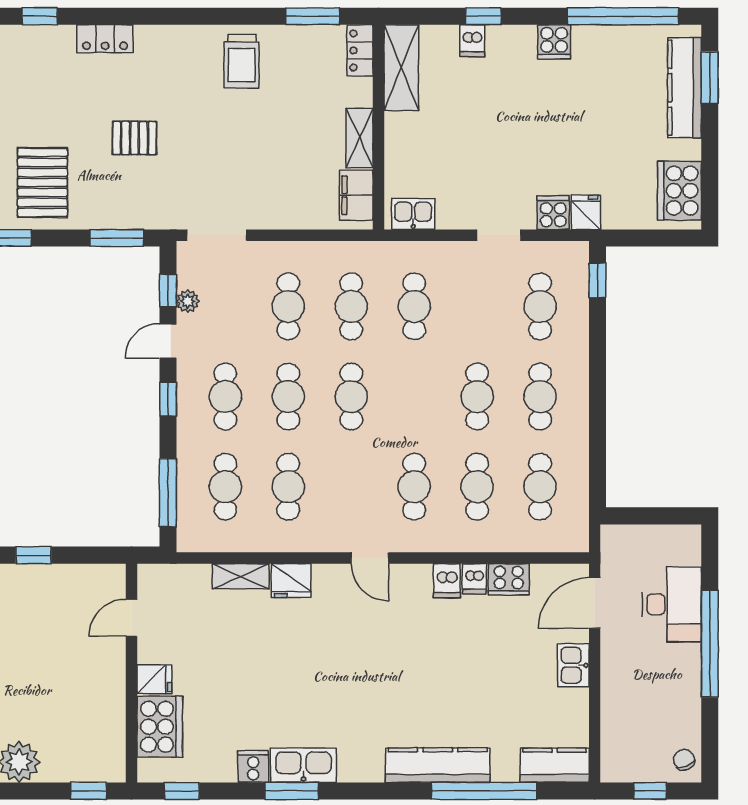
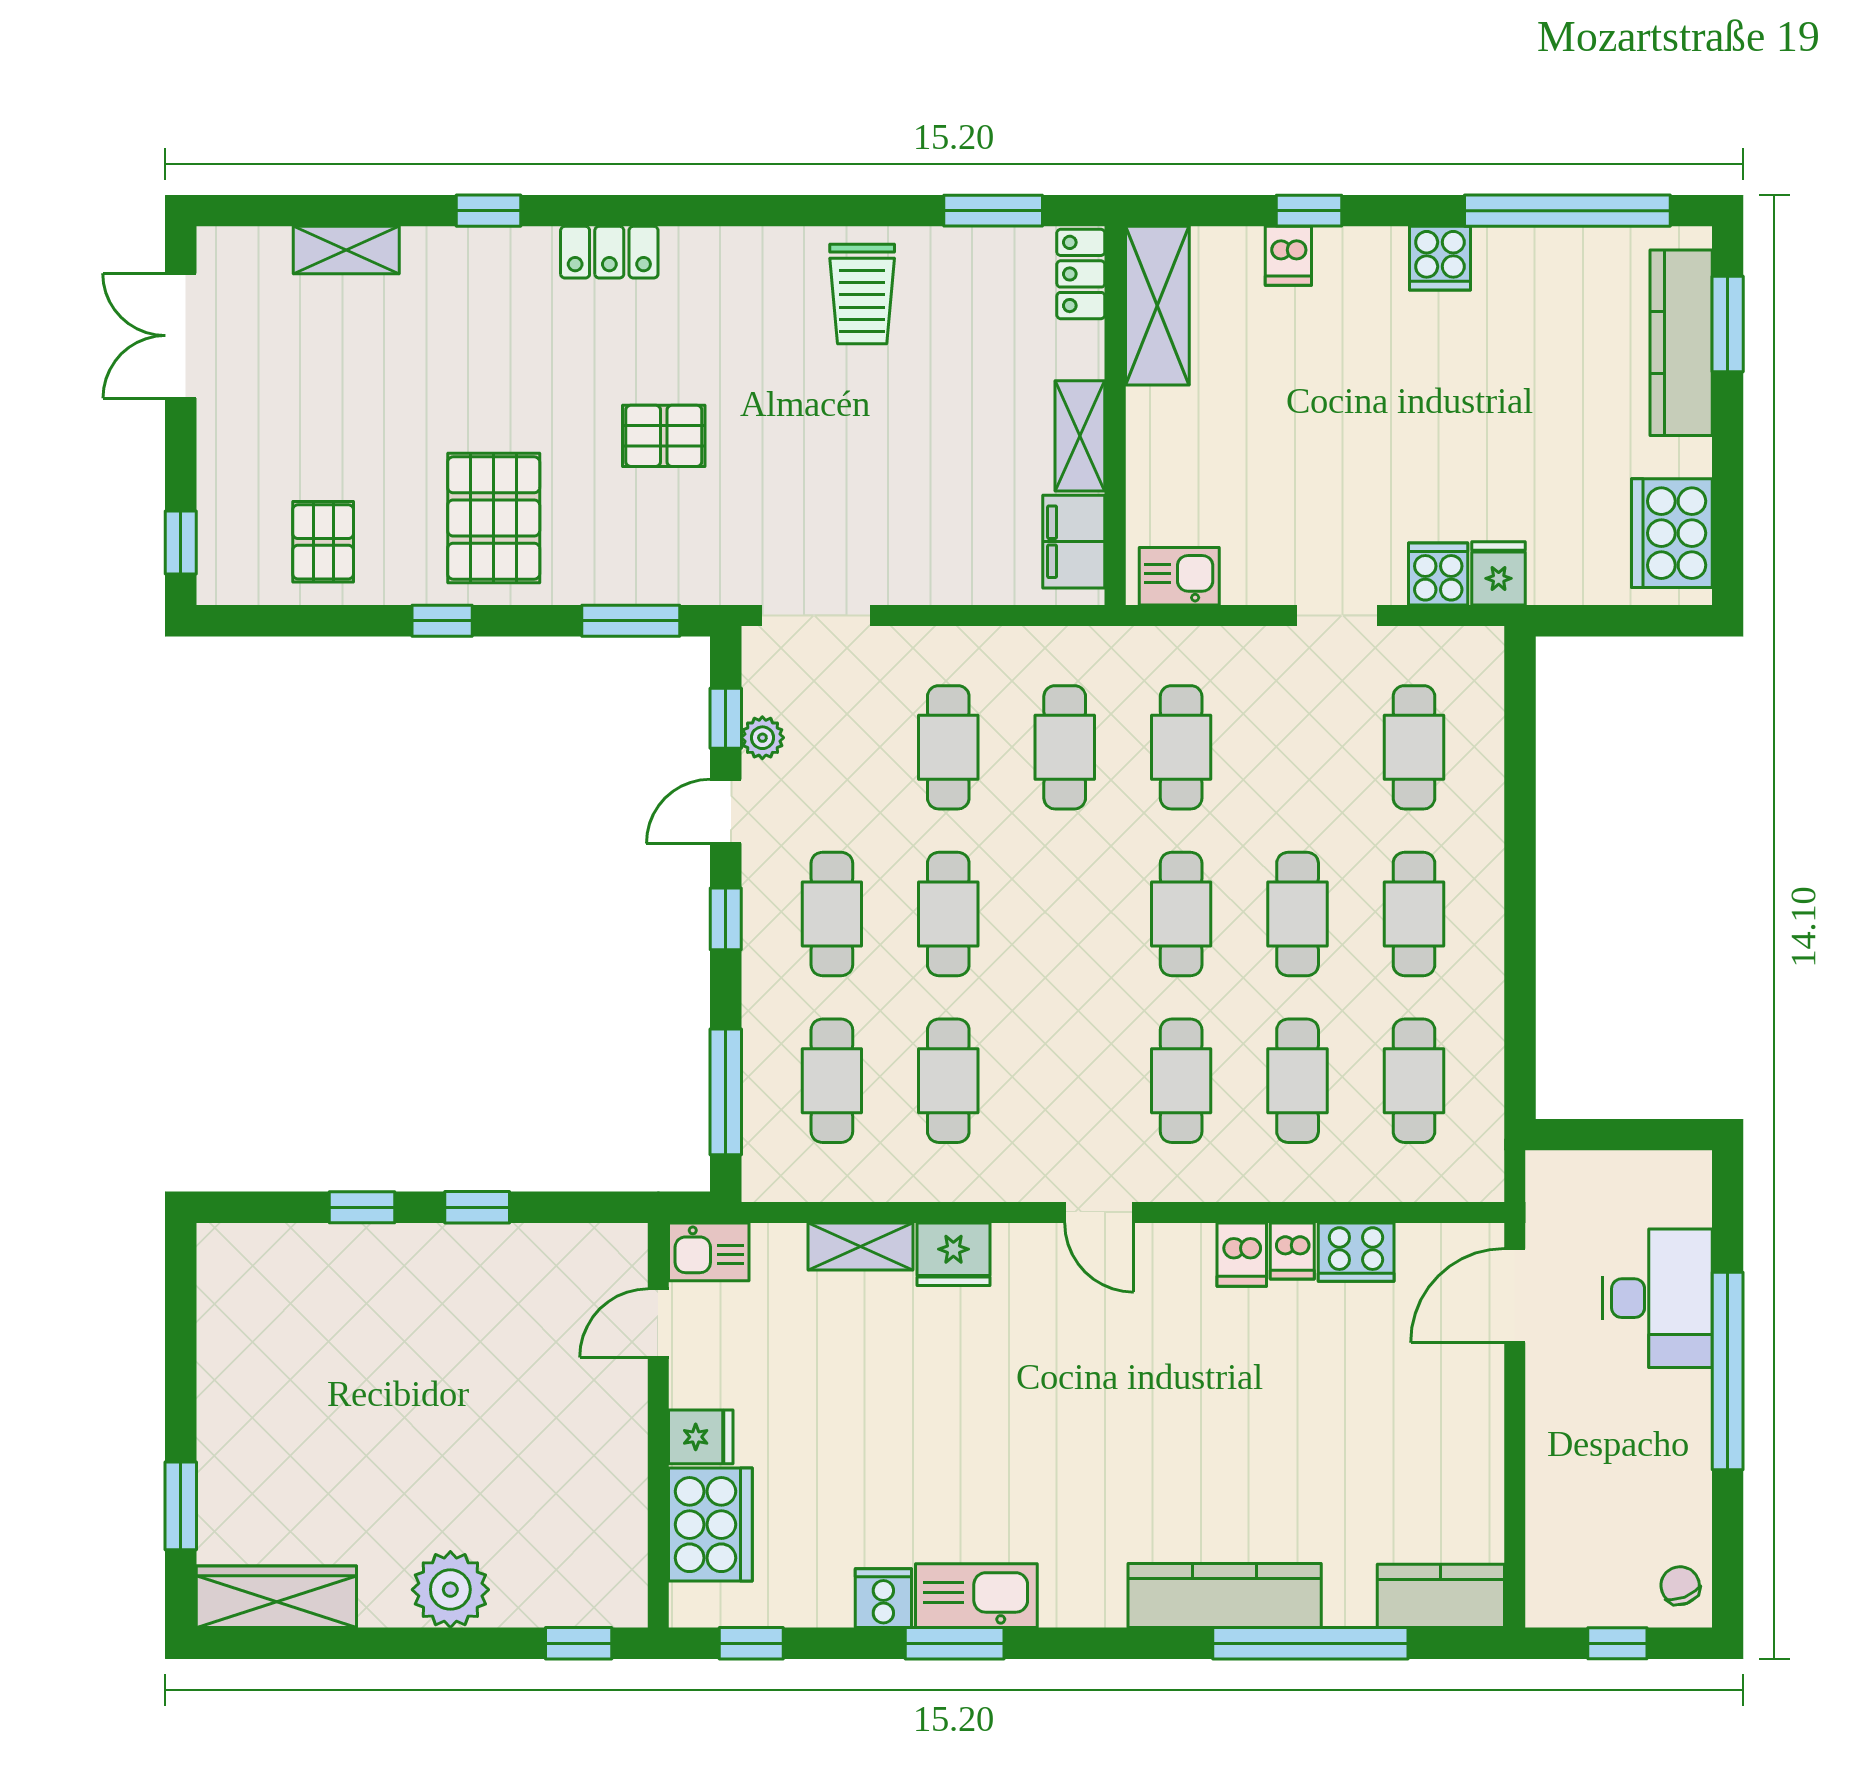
window: (597, 280) -> (1520, 699), removed
cafe table: (351, 397) -> (1181, 914), moved
kitchen sink: (573, 665) -> (709, 1252), moved, turned -90

